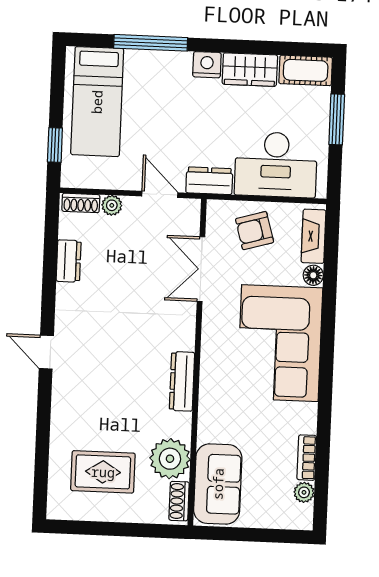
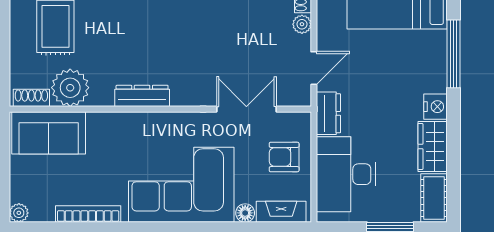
armchair: (255, 231) -> (284, 157), turned -74
bookcase: (307, 458) -> (88, 214), width x1.56
plant: (304, 492) -> (19, 213), moved

